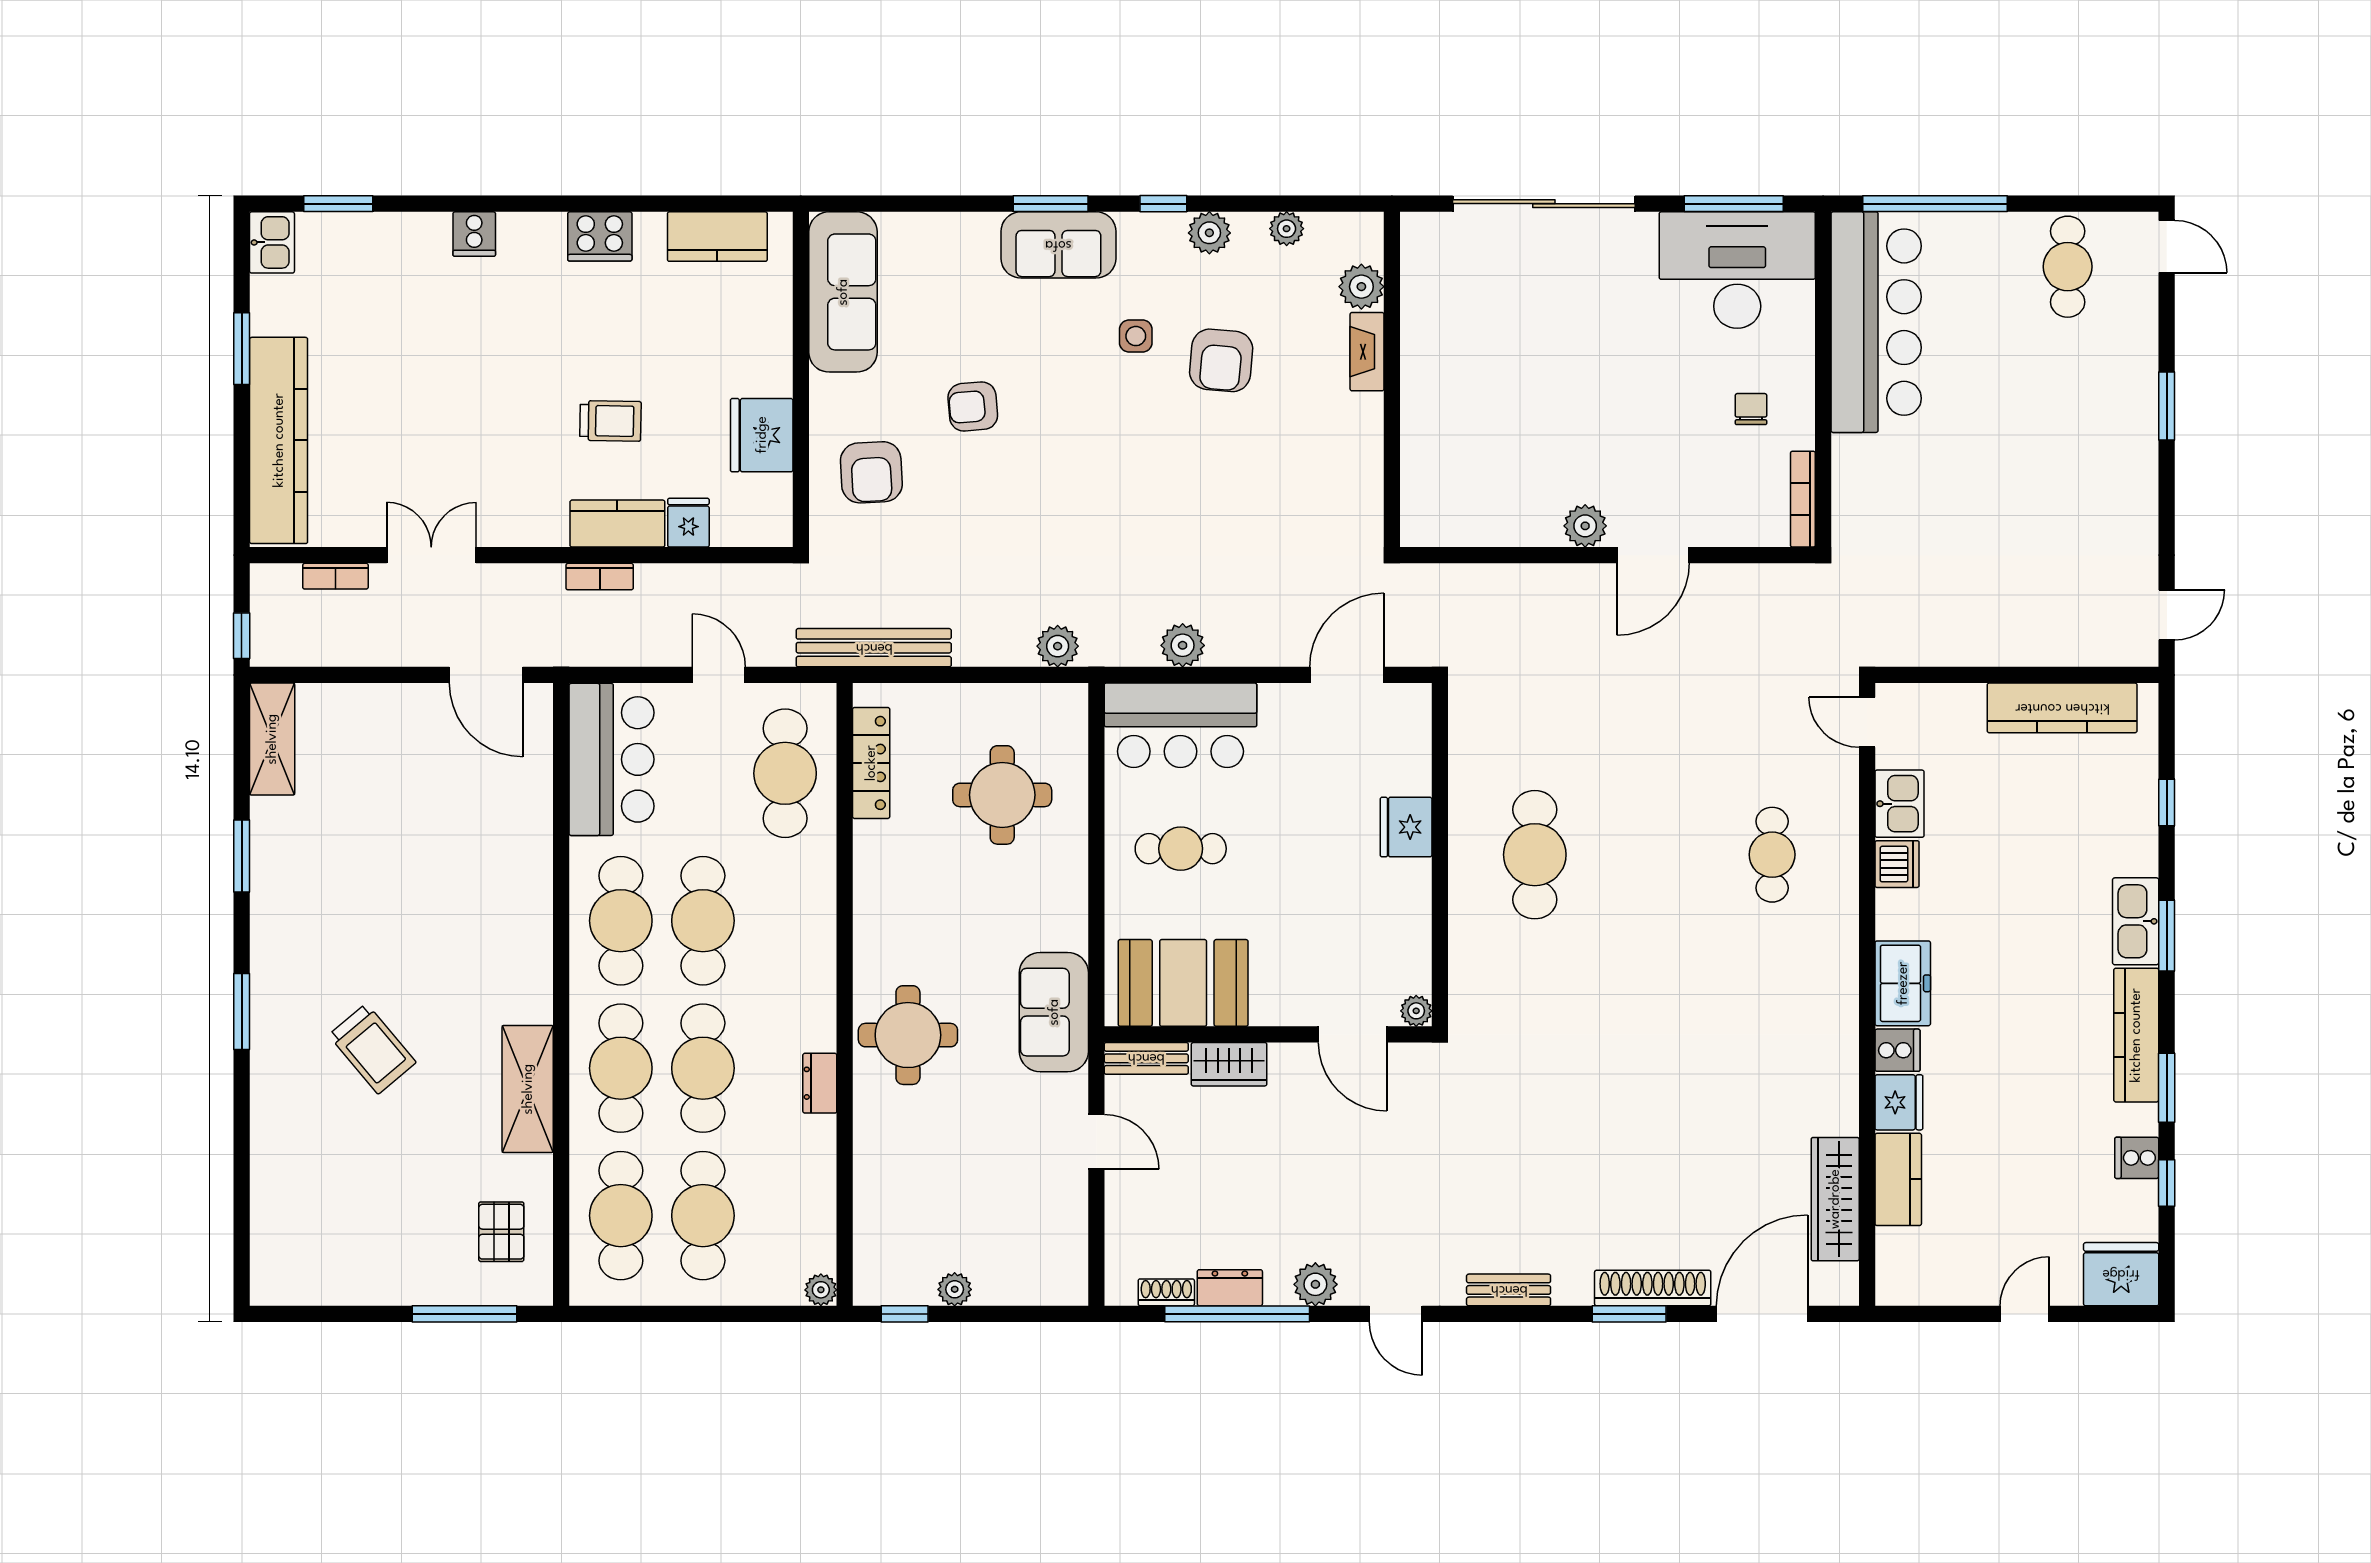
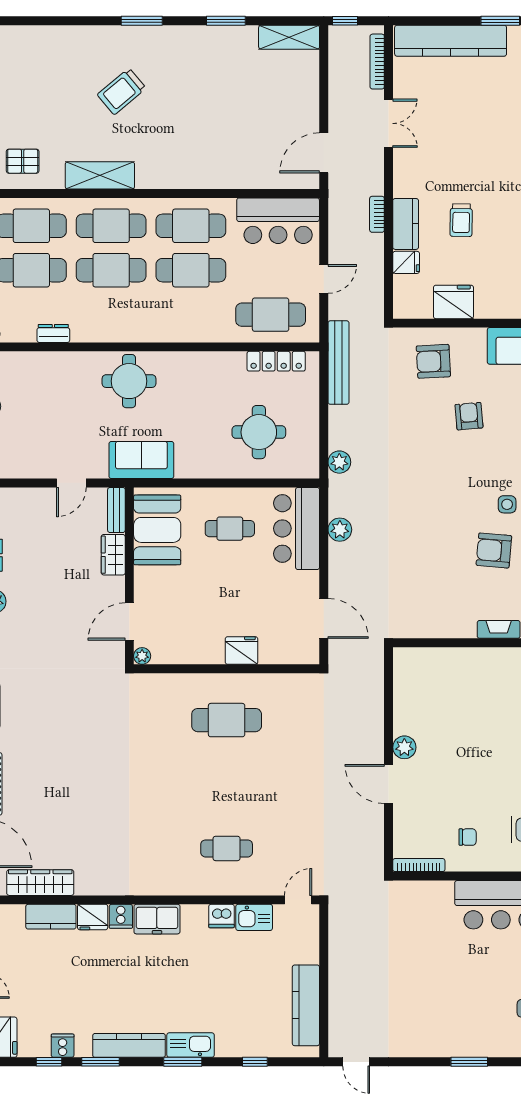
bookcase: (335, 576) -> (377, 62), width x1.56
cafe table: (1181, 849) -> (230, 529), turned 90
dresser: (820, 1083) -> (53, 333), moved

